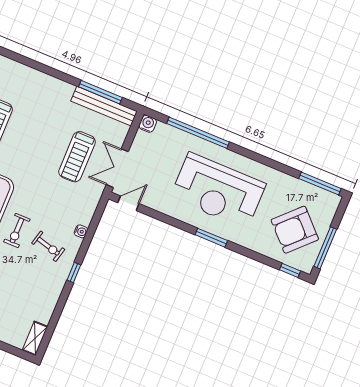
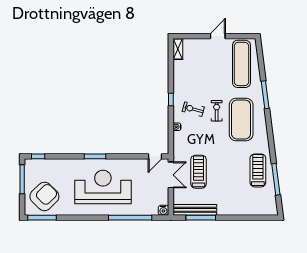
armchair: (295, 230) -> (44, 196), moved

